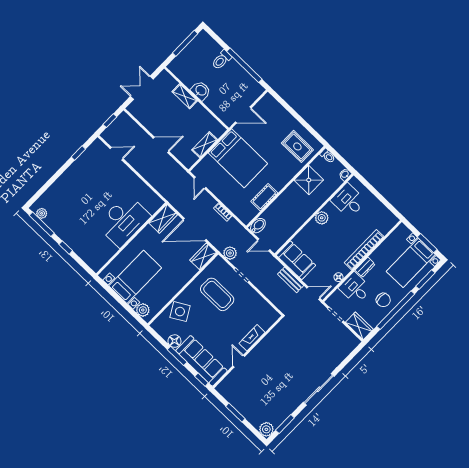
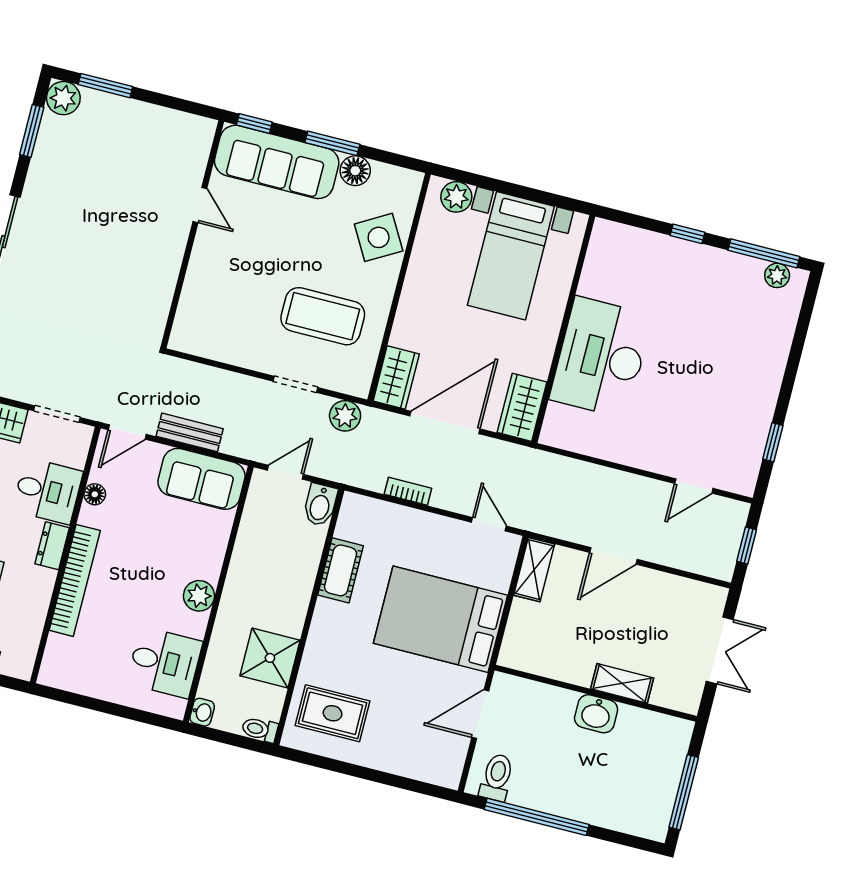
toilet: (221, 60) -> (497, 777), moved
shelving: (205, 145) -> (534, 570), moved
fireplace: (252, 338) -> (200, 269), removed
window: (235, 413) -> (105, 86), moved

